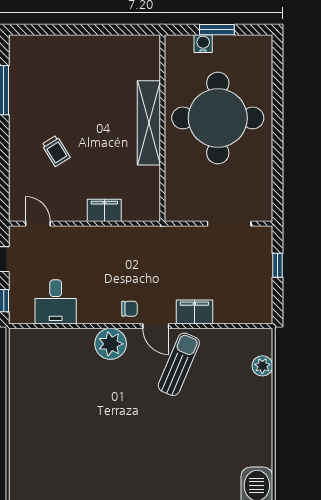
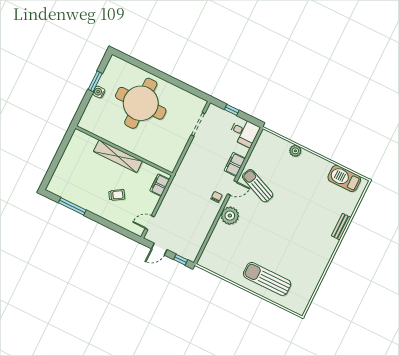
shelving: (149, 123) -> (118, 156), moved
wall: (162, 128) -> (124, 151), moved
desk: (56, 302) -> (244, 132), moved
plant: (262, 366) -> (295, 151), moved
sun lounger: (40, 451) -> (267, 279), added

